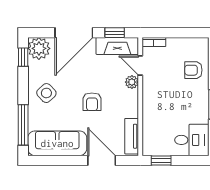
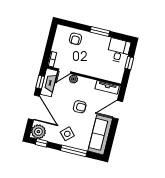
window: (23, 125) -> (74, 151), moved
window: (161, 161) -> (129, 63), moved

